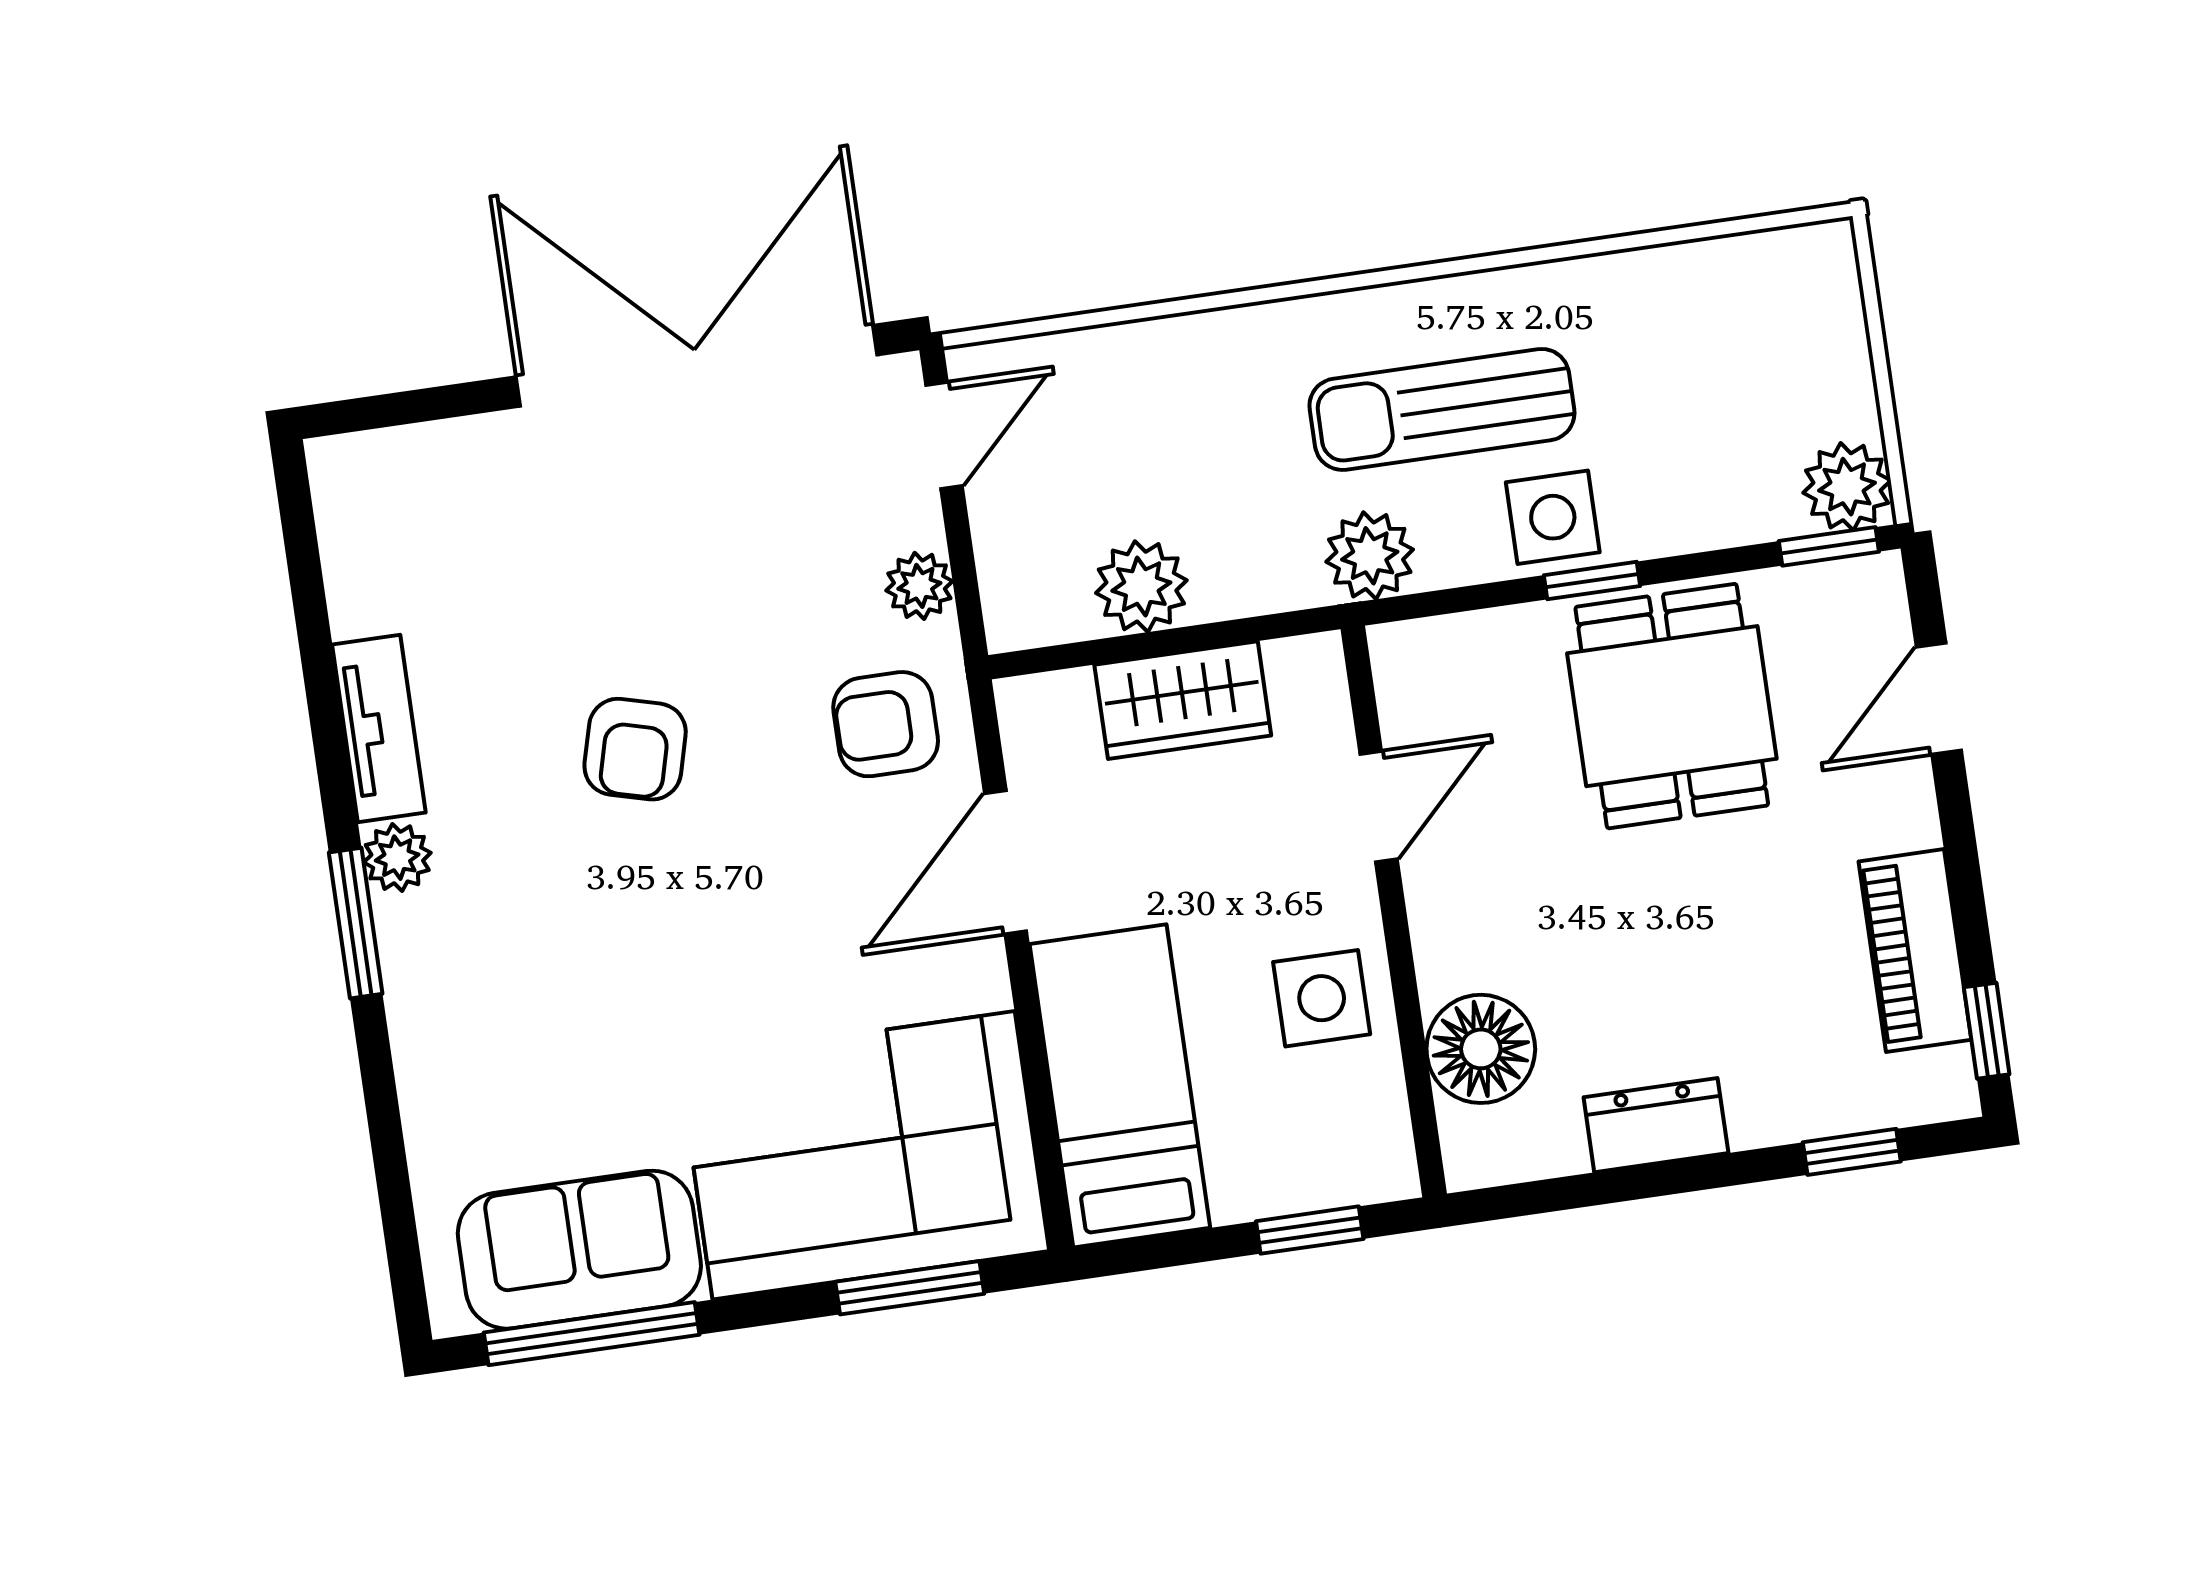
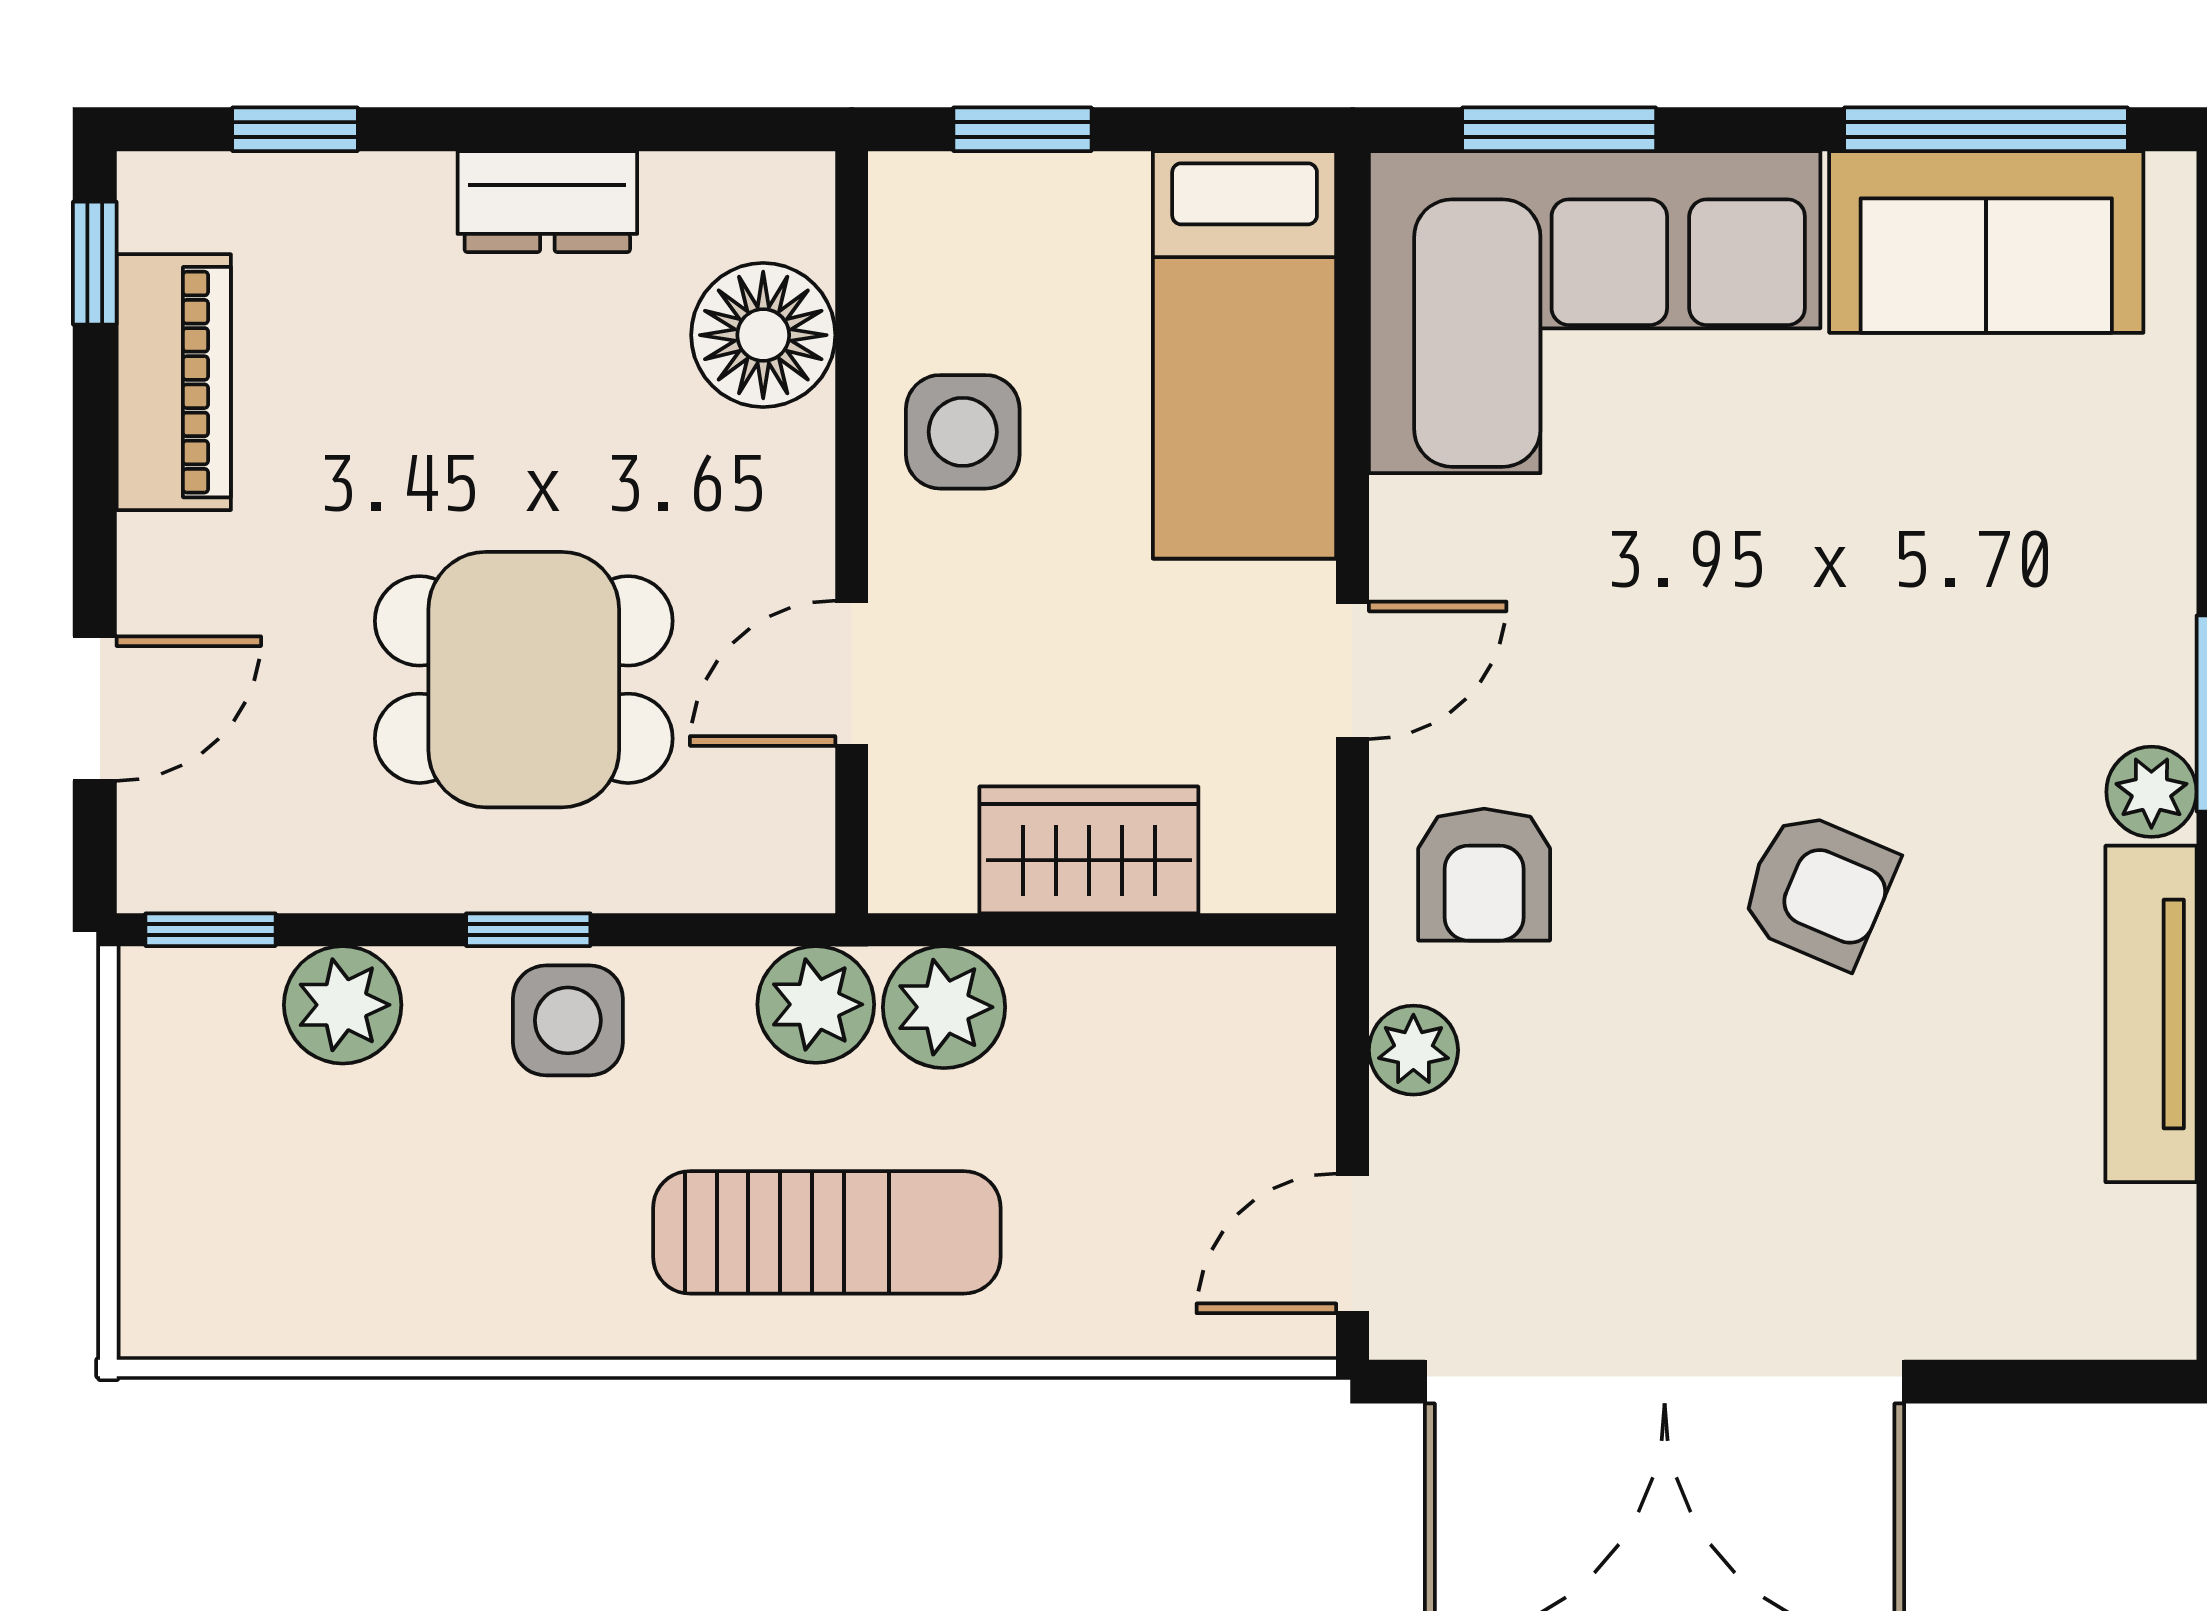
sun lounger: (1442, 409) -> (827, 1232), moved
plant: (1847, 487) -> (343, 1005), moved
plant: (1141, 587) -> (944, 1007), moved
dining table: (1672, 706) -> (524, 680), moved, turned 90
armchair: (886, 724) -> (1484, 875), turned 90
tv unit: (379, 728) -> (2151, 1014), width x1.41
armchair: (635, 749) -> (1818, 889), turned 98
door: (1006, 862) -> (1353, 670), width x0.73

